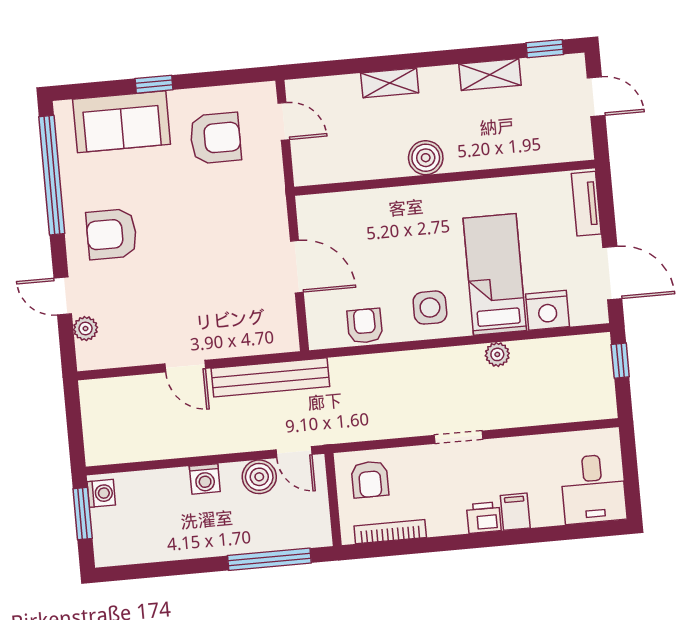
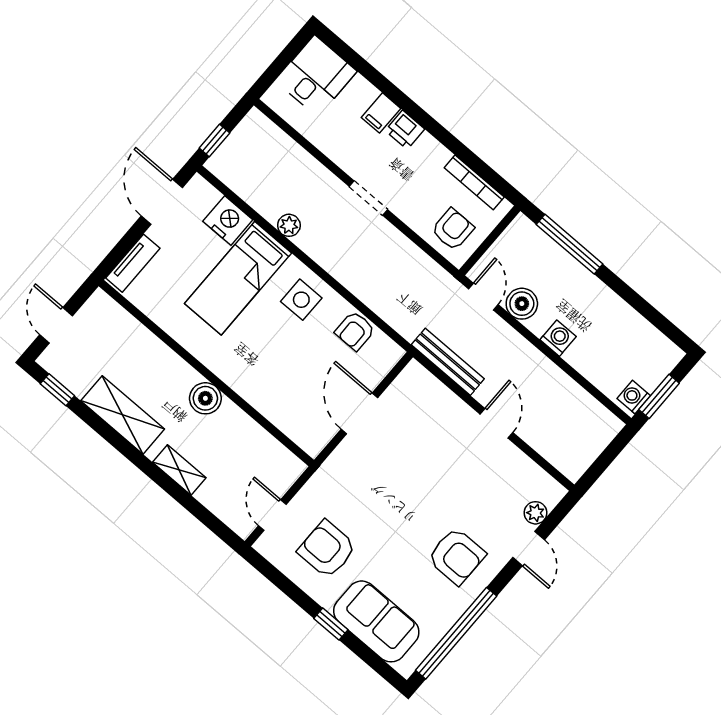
shelving: (490, 75) -> (123, 415), width x1.50, depth x1.33
bench: (270, 377) -> (448, 362), width x0.73, depth x0.82

